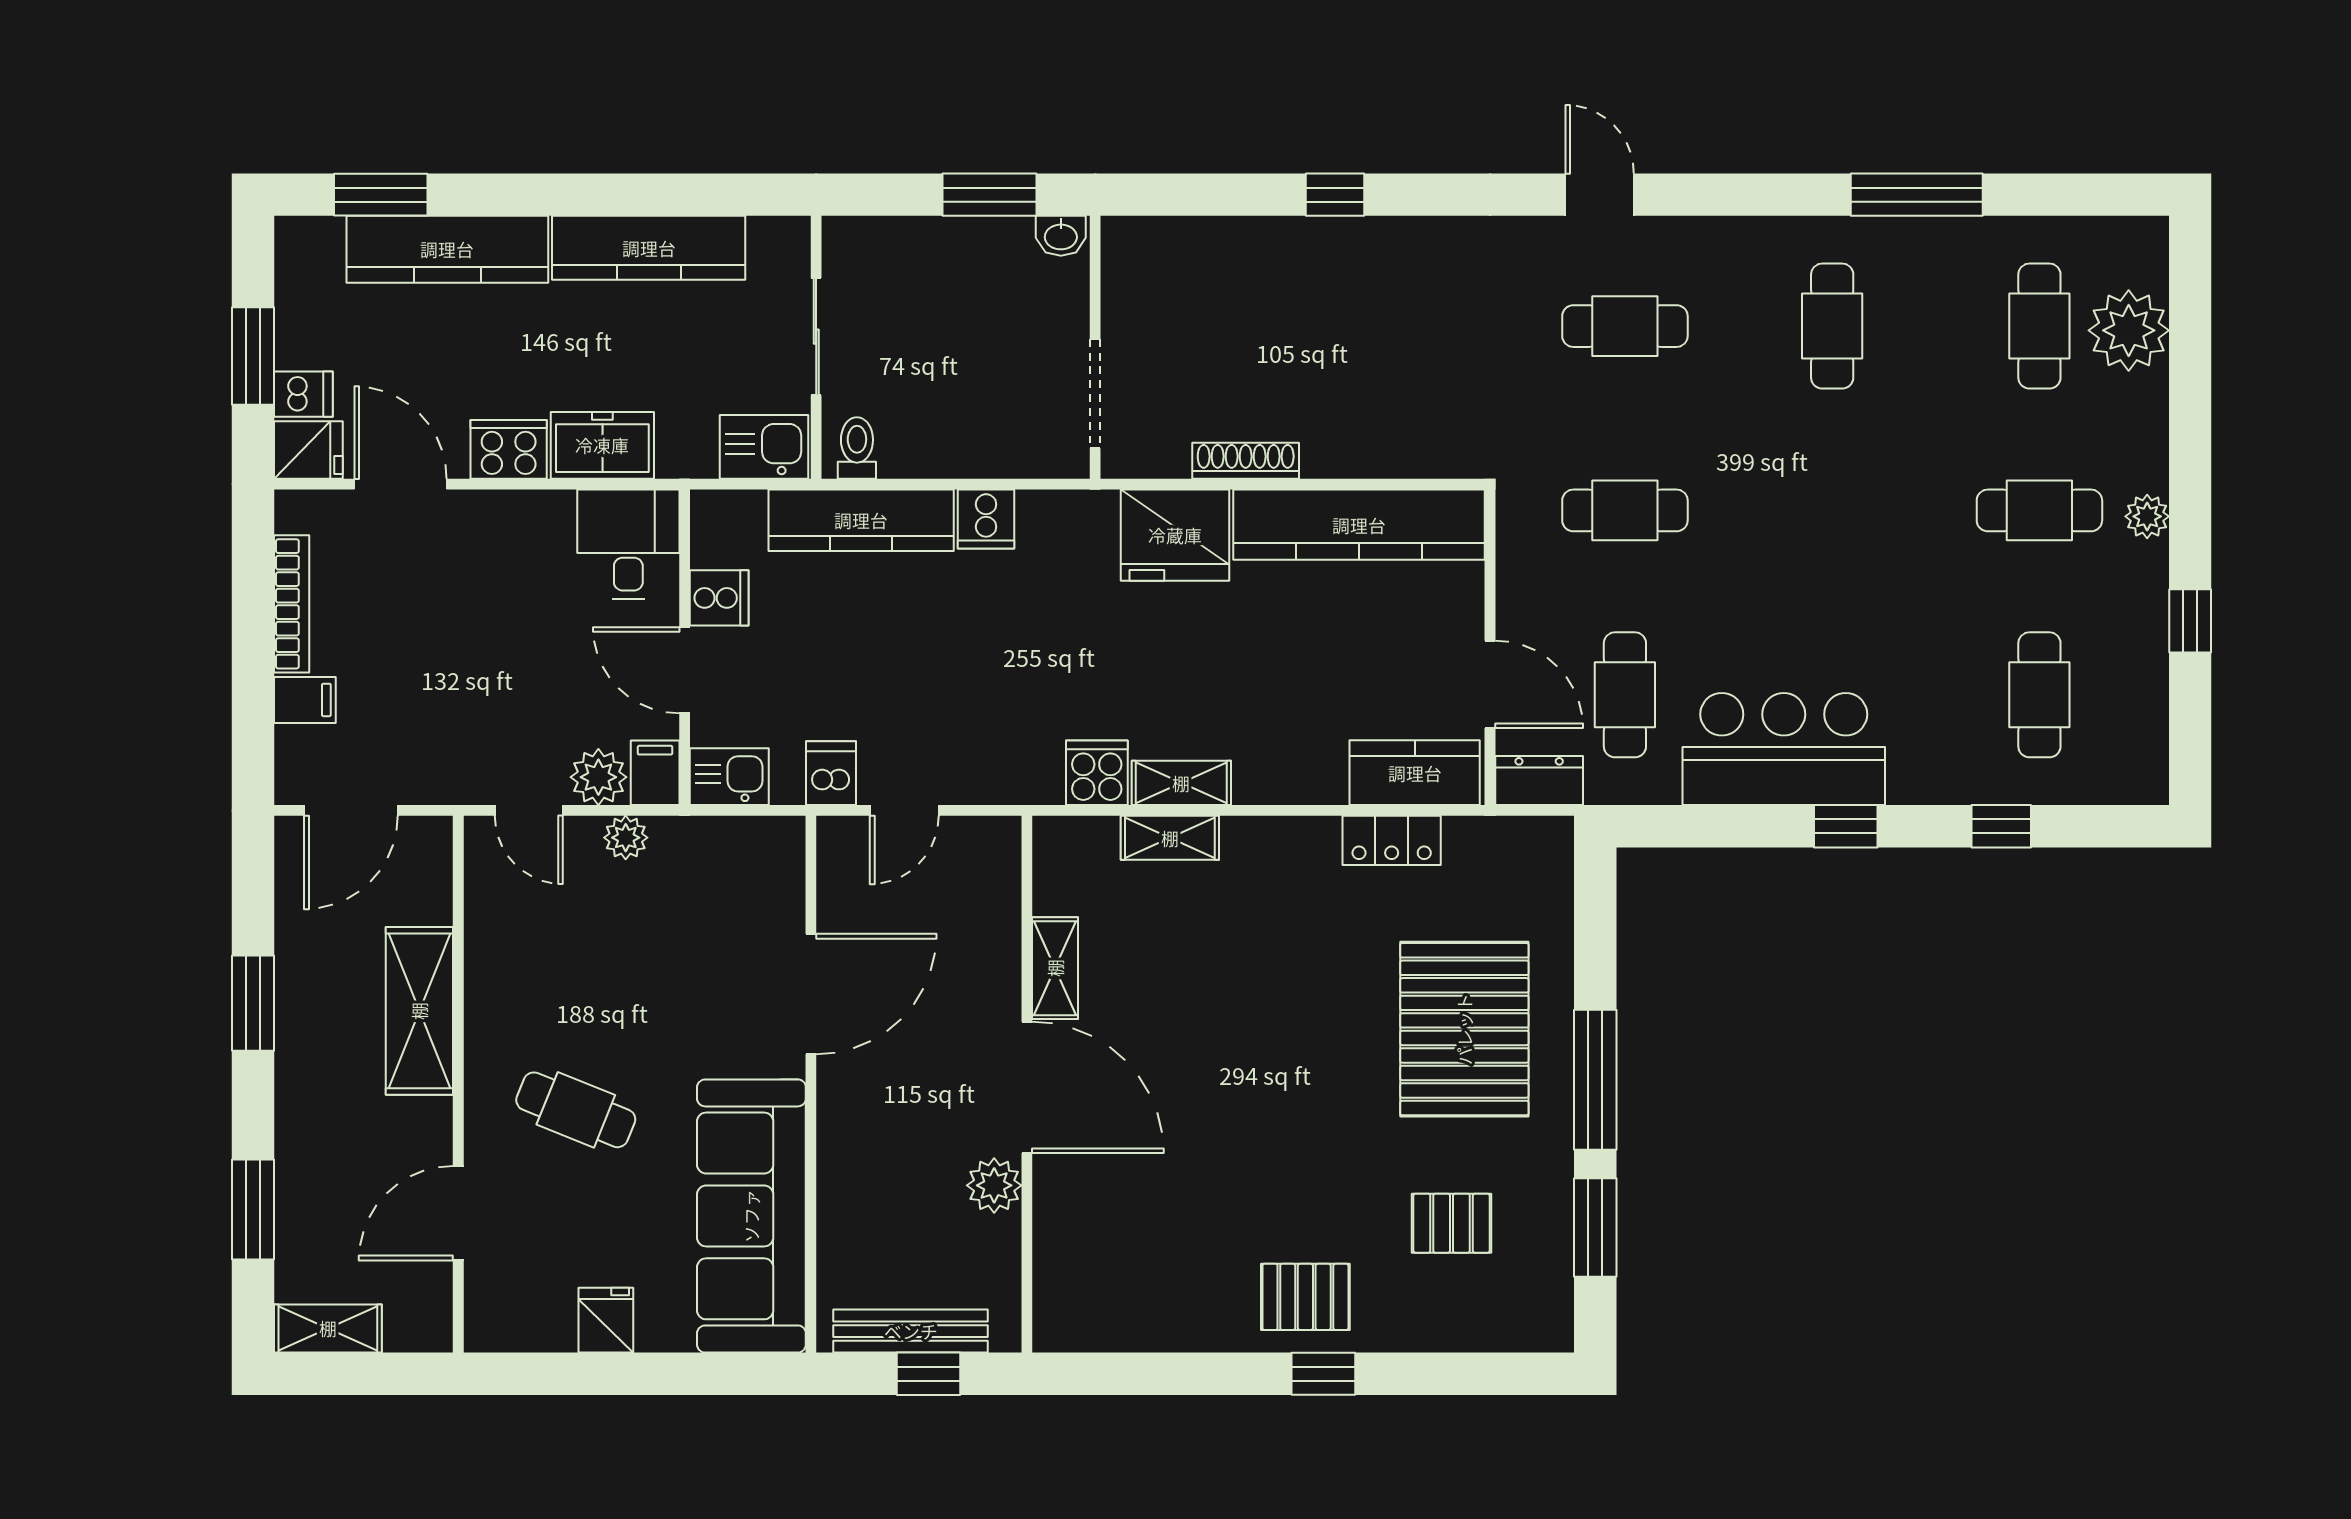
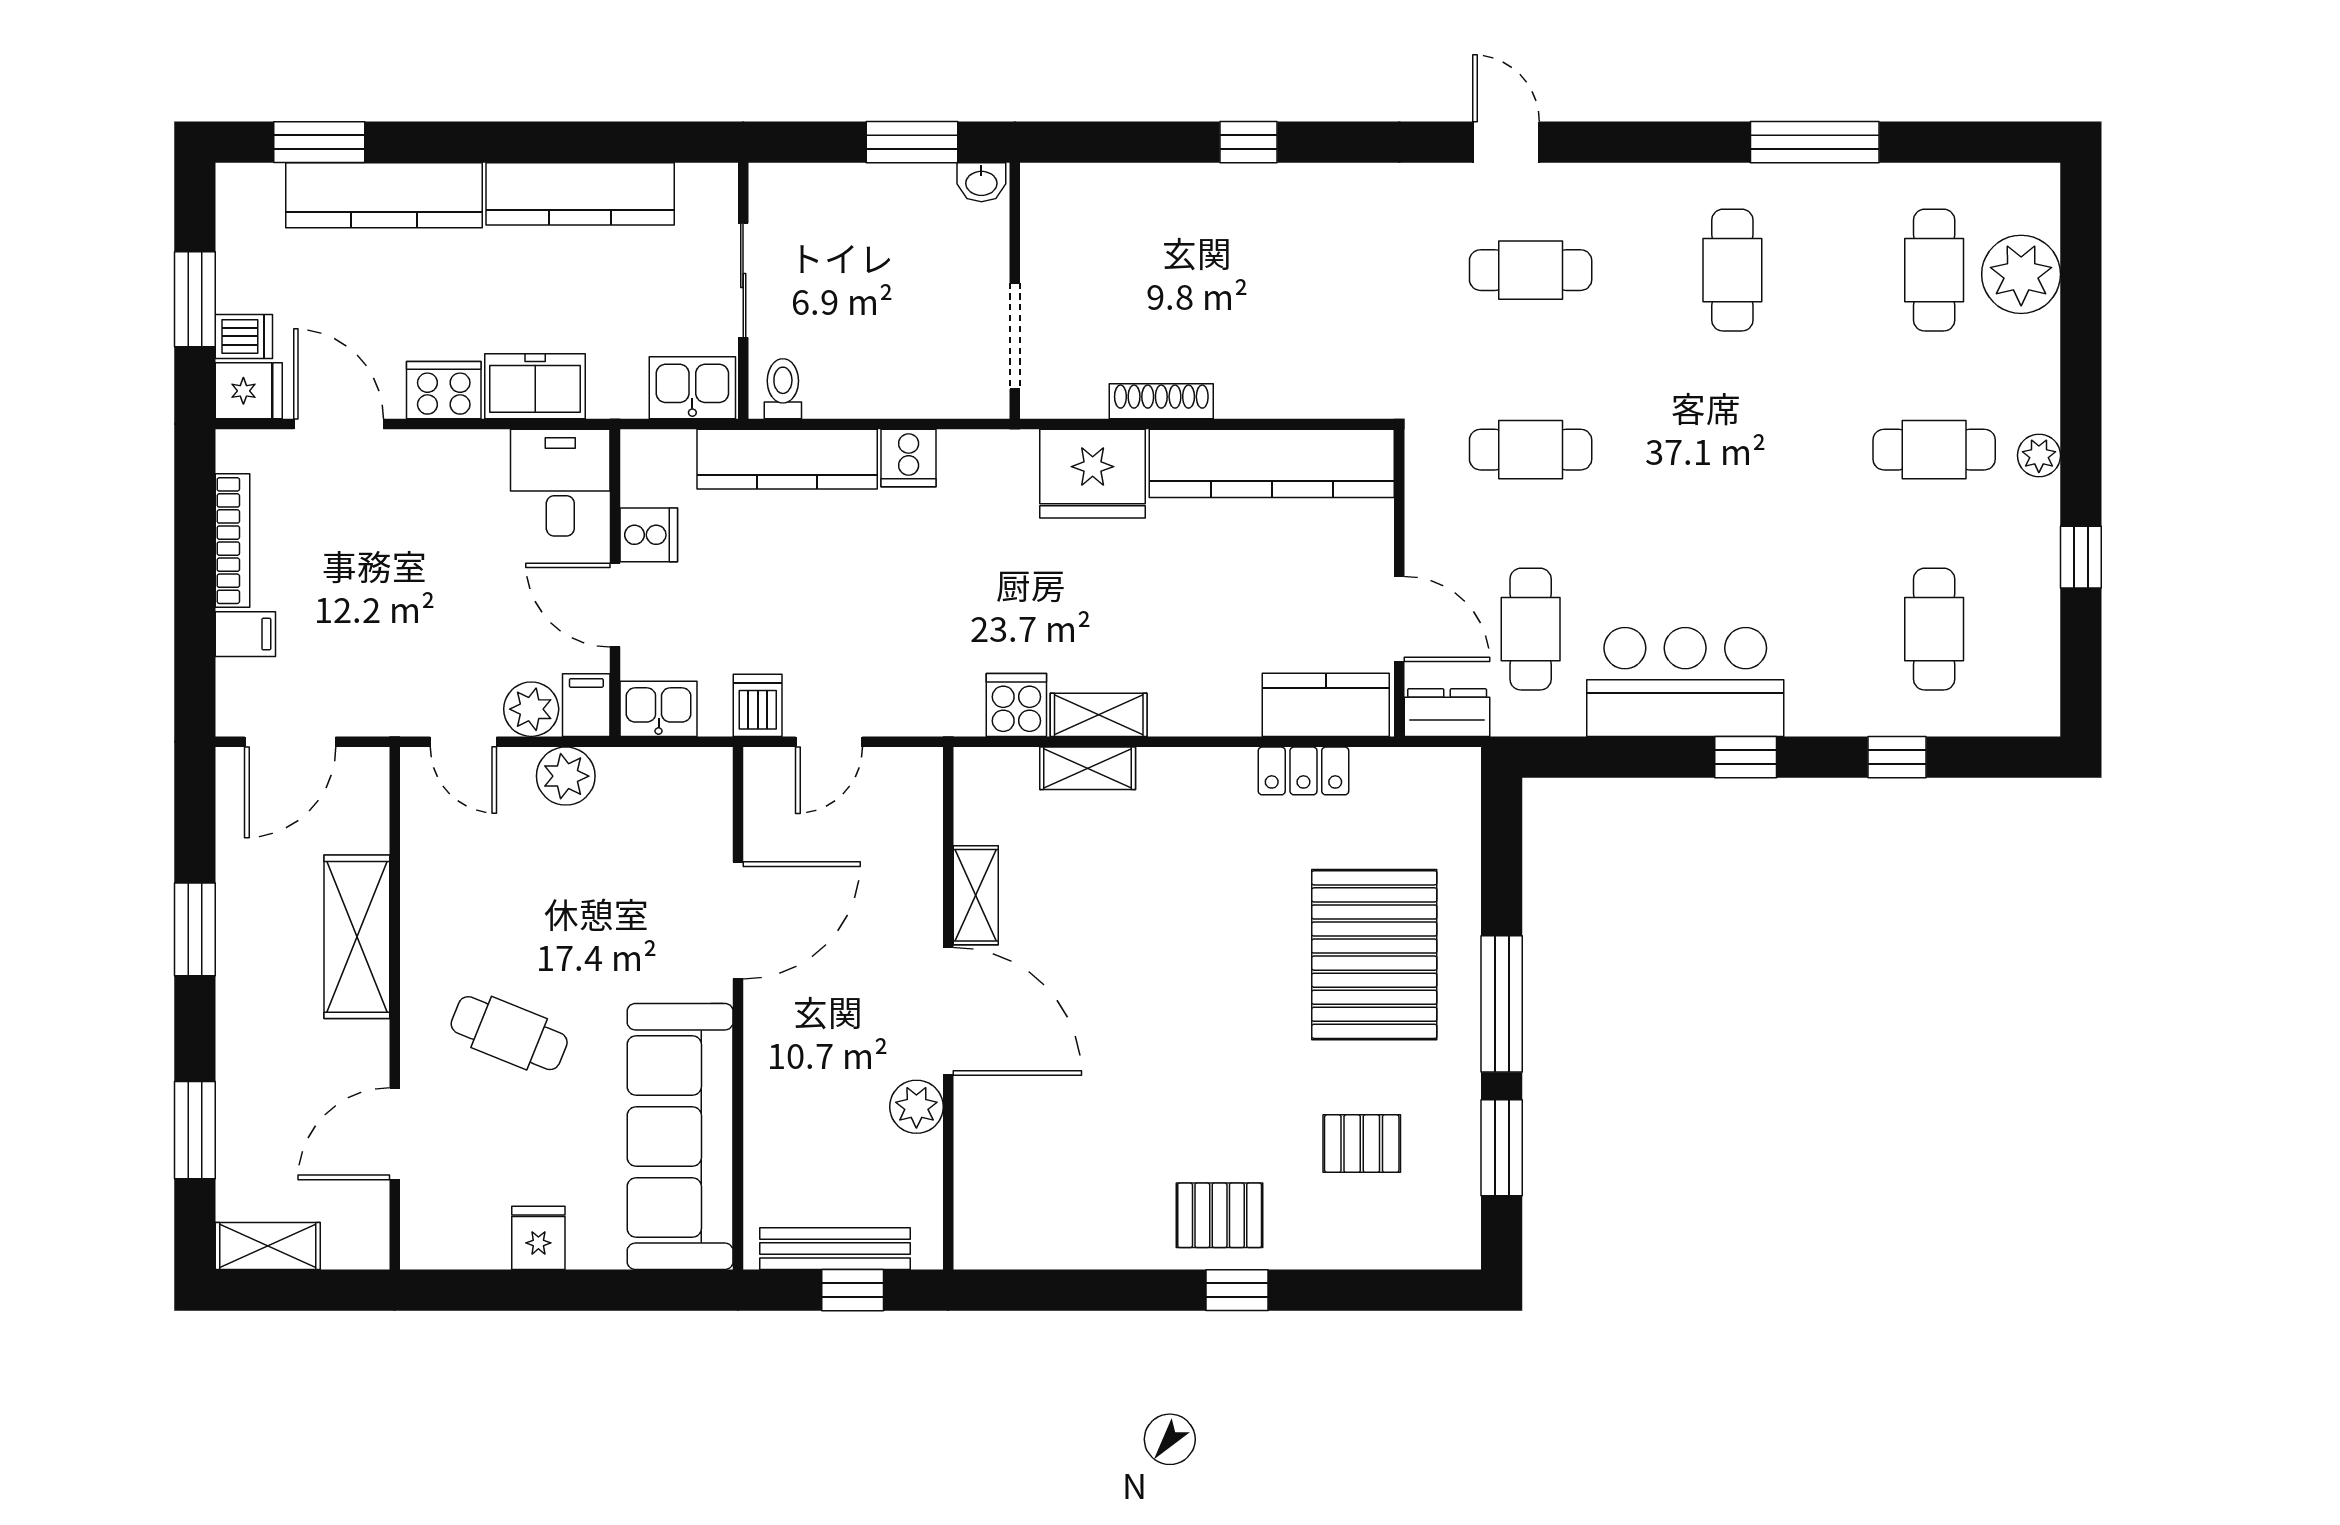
plant: (626, 838) -> (566, 776), width x1.38, depth x1.38

